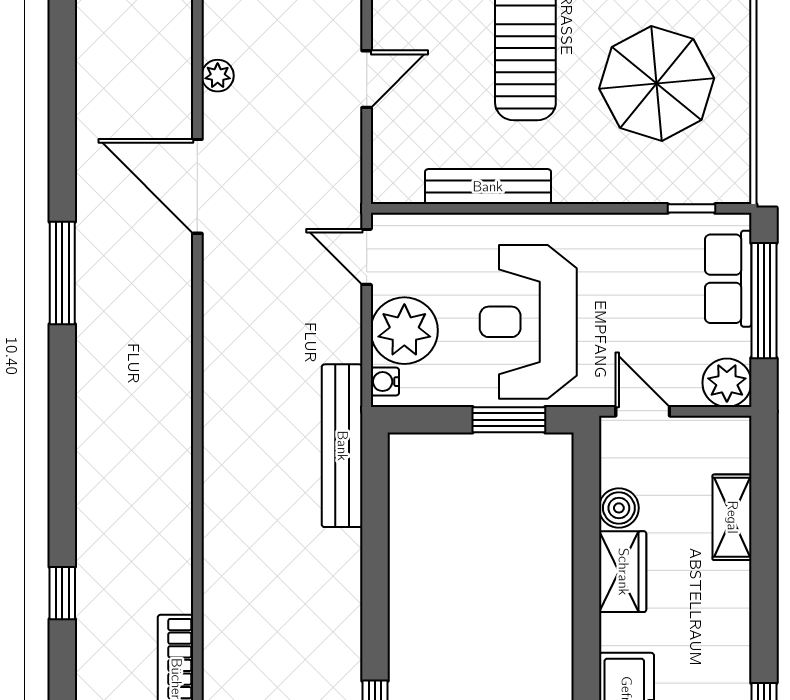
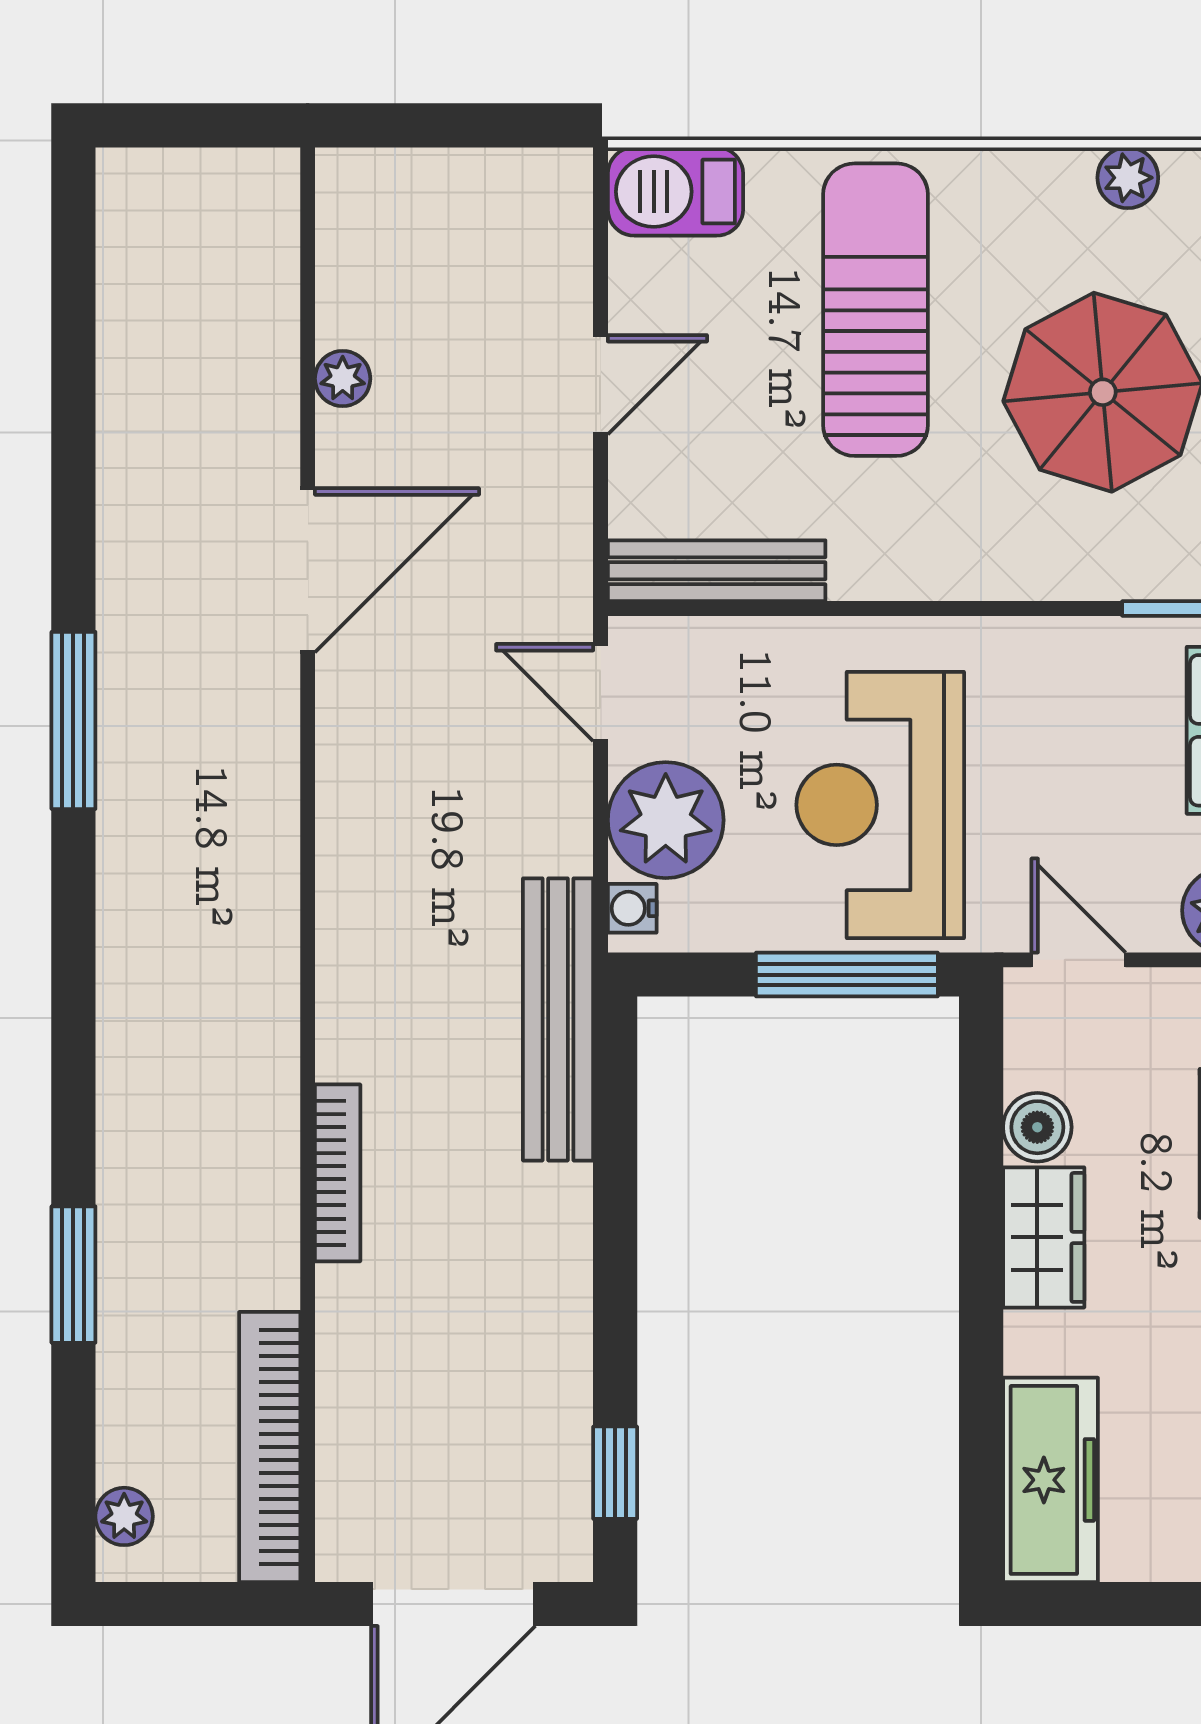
door: (197, 186) -> (308, 570), swing flipped
bench: (488, 187) -> (717, 571), moved
window: (509, 420) -> (847, 975), width x1.44
bookcase: (215, 534) -> (338, 1173), added
window: (62, 593) -> (73, 1275), width x1.50

